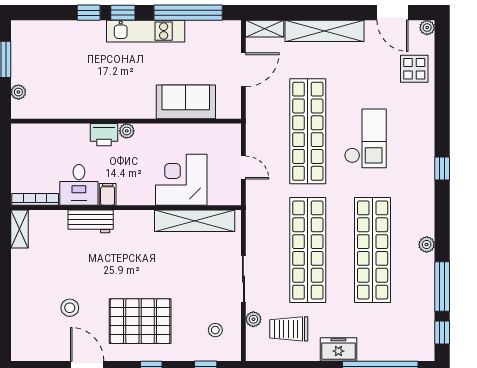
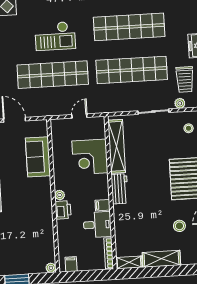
plant: (18, 92) -> (51, 268), moved
checkout: (365, 138) -> (55, 36), turned 180
filing cabinet: (22, 142) -> (71, 264), added
workbench: (91, 221) -> (120, 189), moved
shelving: (22, 278) -> (161, 259), added

